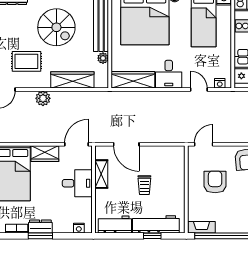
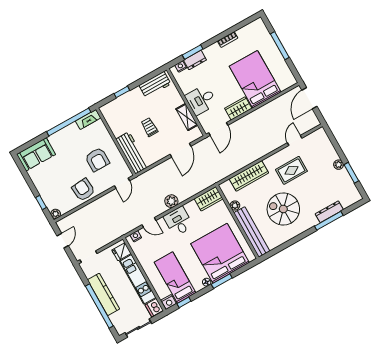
wardrobe: (133, 80) -> (209, 199), width x0.67
plant: (43, 98) -> (171, 201), moved
door: (126, 144) -> (181, 150), swing flipped
workbench: (156, 224) -> (132, 153), moved, turned -90
dresser: (40, 226) -> (195, 60), moved
window: (40, 236) -> (193, 52), moved

